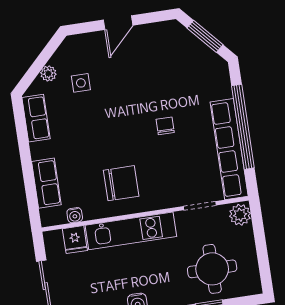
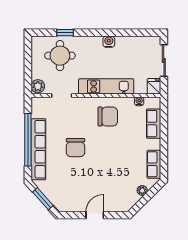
side table: (81, 83) -> (123, 182), removed
chair: (165, 126) -> (76, 148), width x1.87, depth x1.87
row of seats: (229, 149) -> (38, 149), moved
chair: (121, 183) -> (108, 117), turned 180
fridge: (75, 240) -> (154, 86), moved

